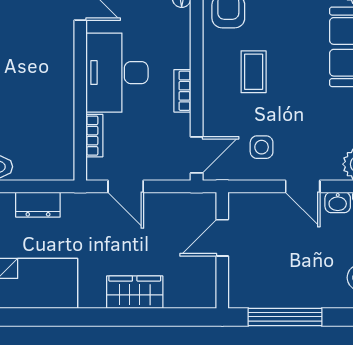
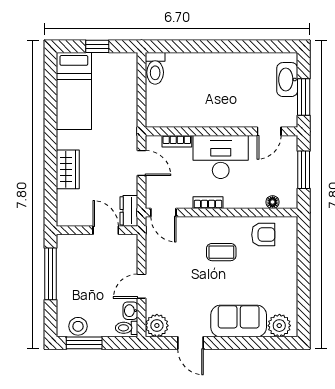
side table: (262, 147) -> (169, 258), removed
door: (126, 186) -> (141, 163), swing flipped
dresser: (38, 205) -> (129, 211), moved

